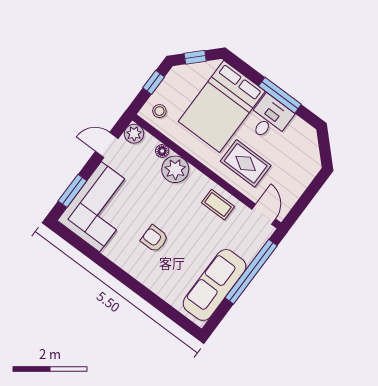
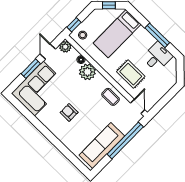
window: (154, 82) -> (74, 25), moved
bed: (222, 106) -> (117, 34), width x0.67
desk: (269, 118) -> (157, 57), moved
door: (107, 145) -> (48, 51), hinge flipped
window: (72, 191) -> (31, 69), moved

